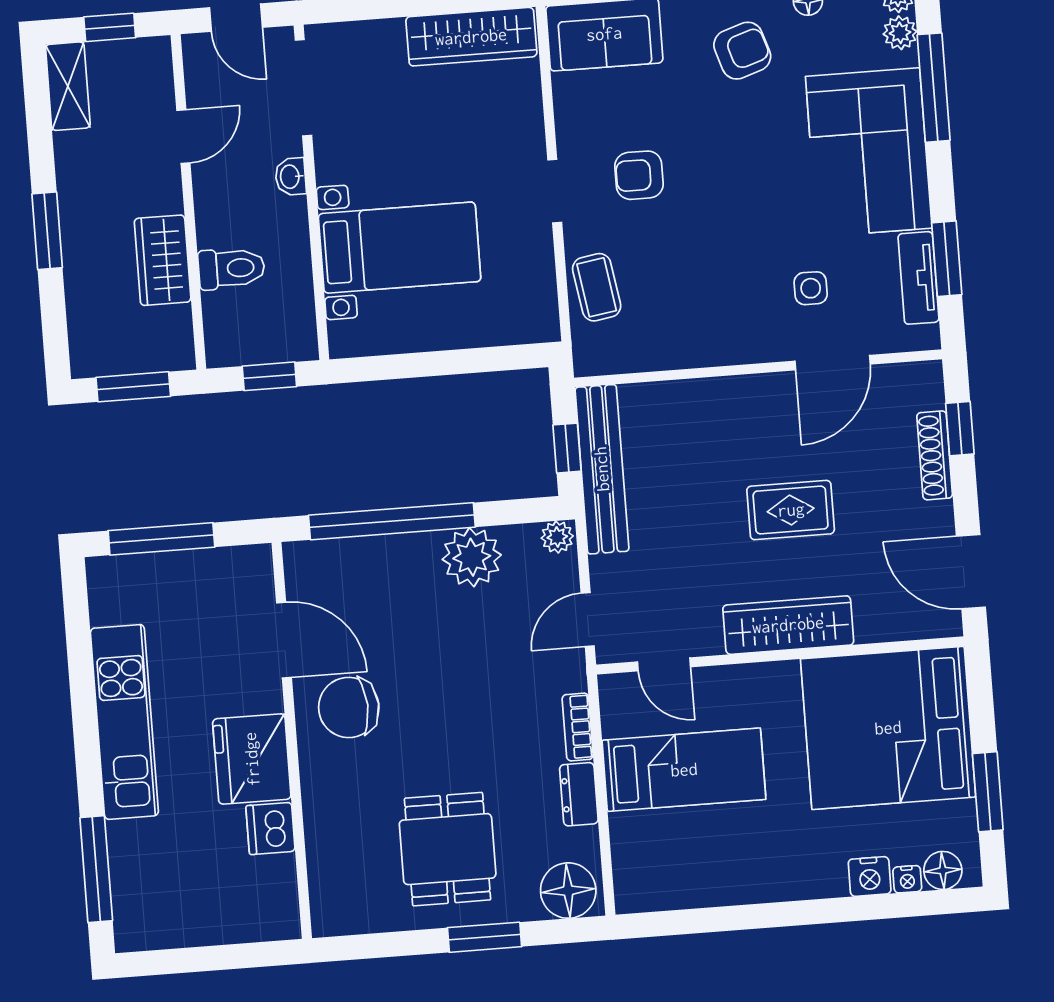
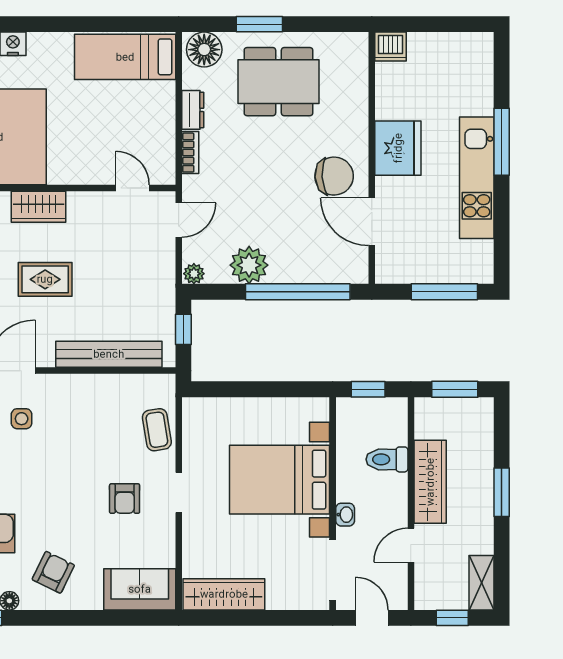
armchair: (742, 51) -> (53, 572), turned 134
armchair: (639, 175) -> (125, 499), turned 90
bed with nightstands: (400, 248) -> (280, 480), width x1.36
wardrobe: (163, 260) -> (430, 482), width x1.50
bench: (602, 469) -> (109, 354), moved, turned 90
wardrobe: (788, 625) -> (39, 207), width x0.67
bed: (684, 770) -> (125, 57), moved
dishwasher: (270, 828) -> (390, 47), moved, turned 90
dining table: (448, 849) -> (278, 82), width x1.37
window: (96, 869) -> (502, 142), moved

